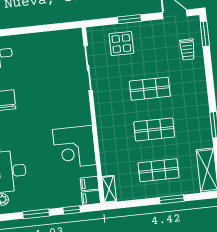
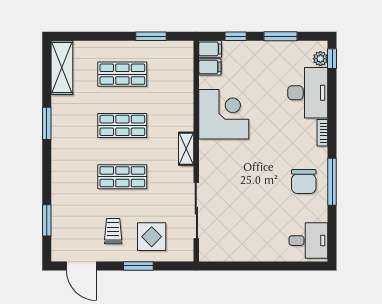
window: (205, 34) -> (47, 220), moved
trolley: (187, 50) -> (113, 231), moved
shelving: (109, 189) -> (186, 149), moved
window: (172, 199) -> (151, 36), moved

